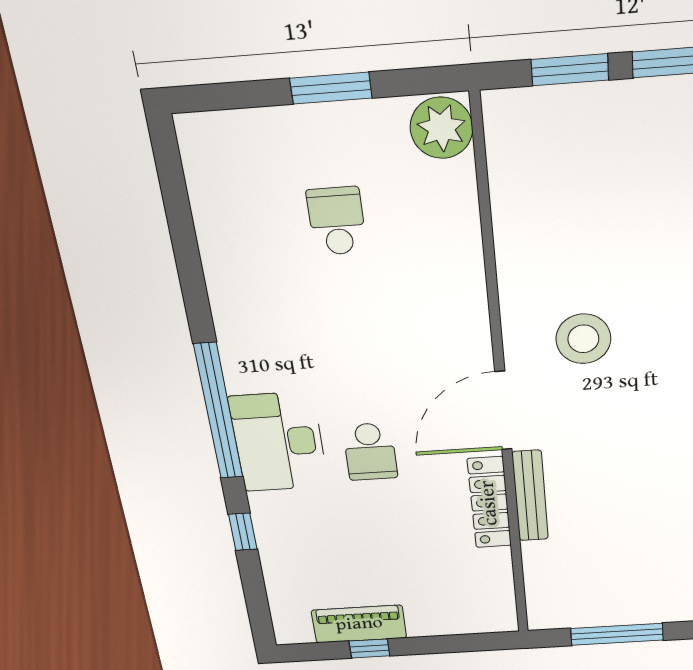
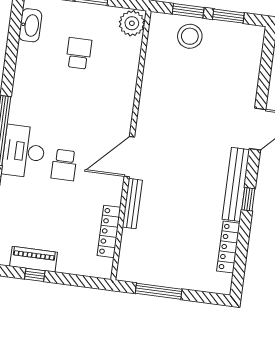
washbasin: (208, 181) -> (30, 25), added
stool: (583, 339) -> (190, 36), moved
locker: (489, 503) -> (109, 231), moved

